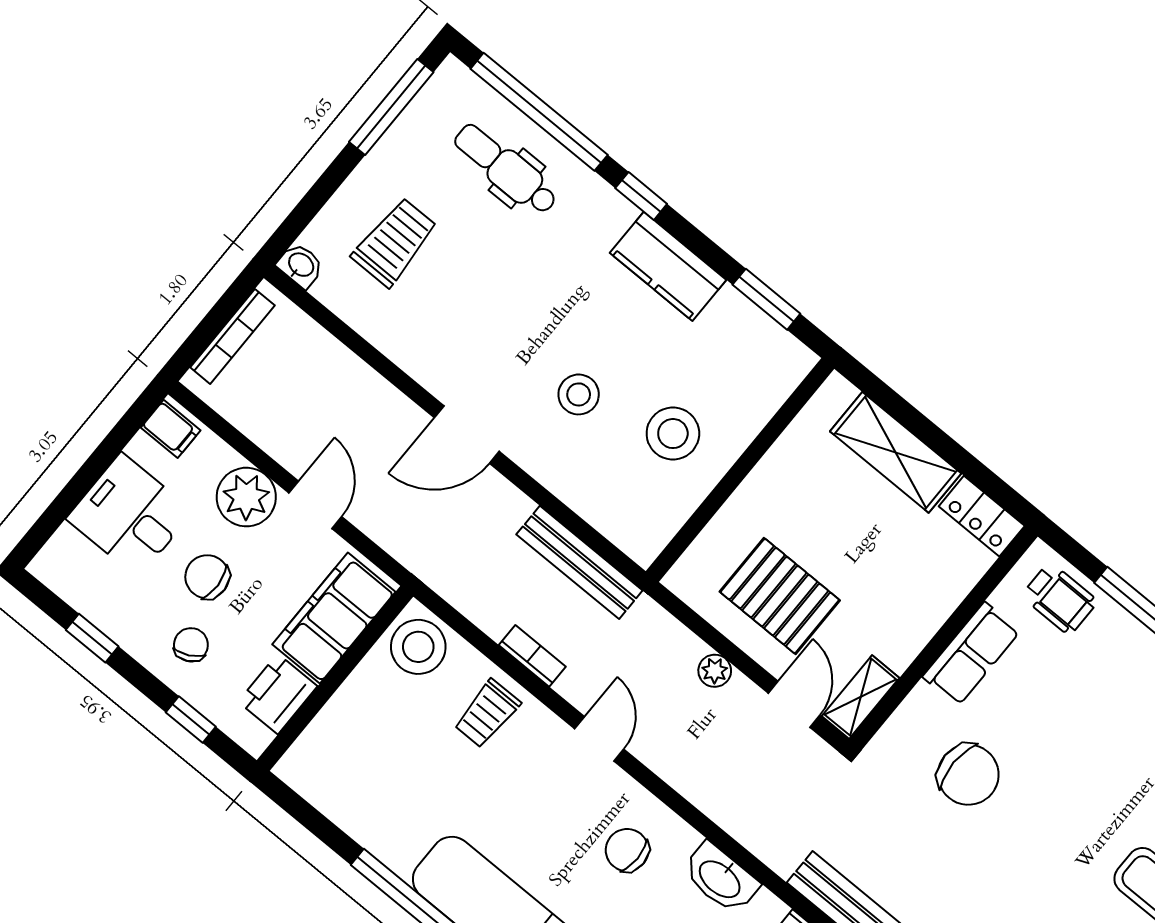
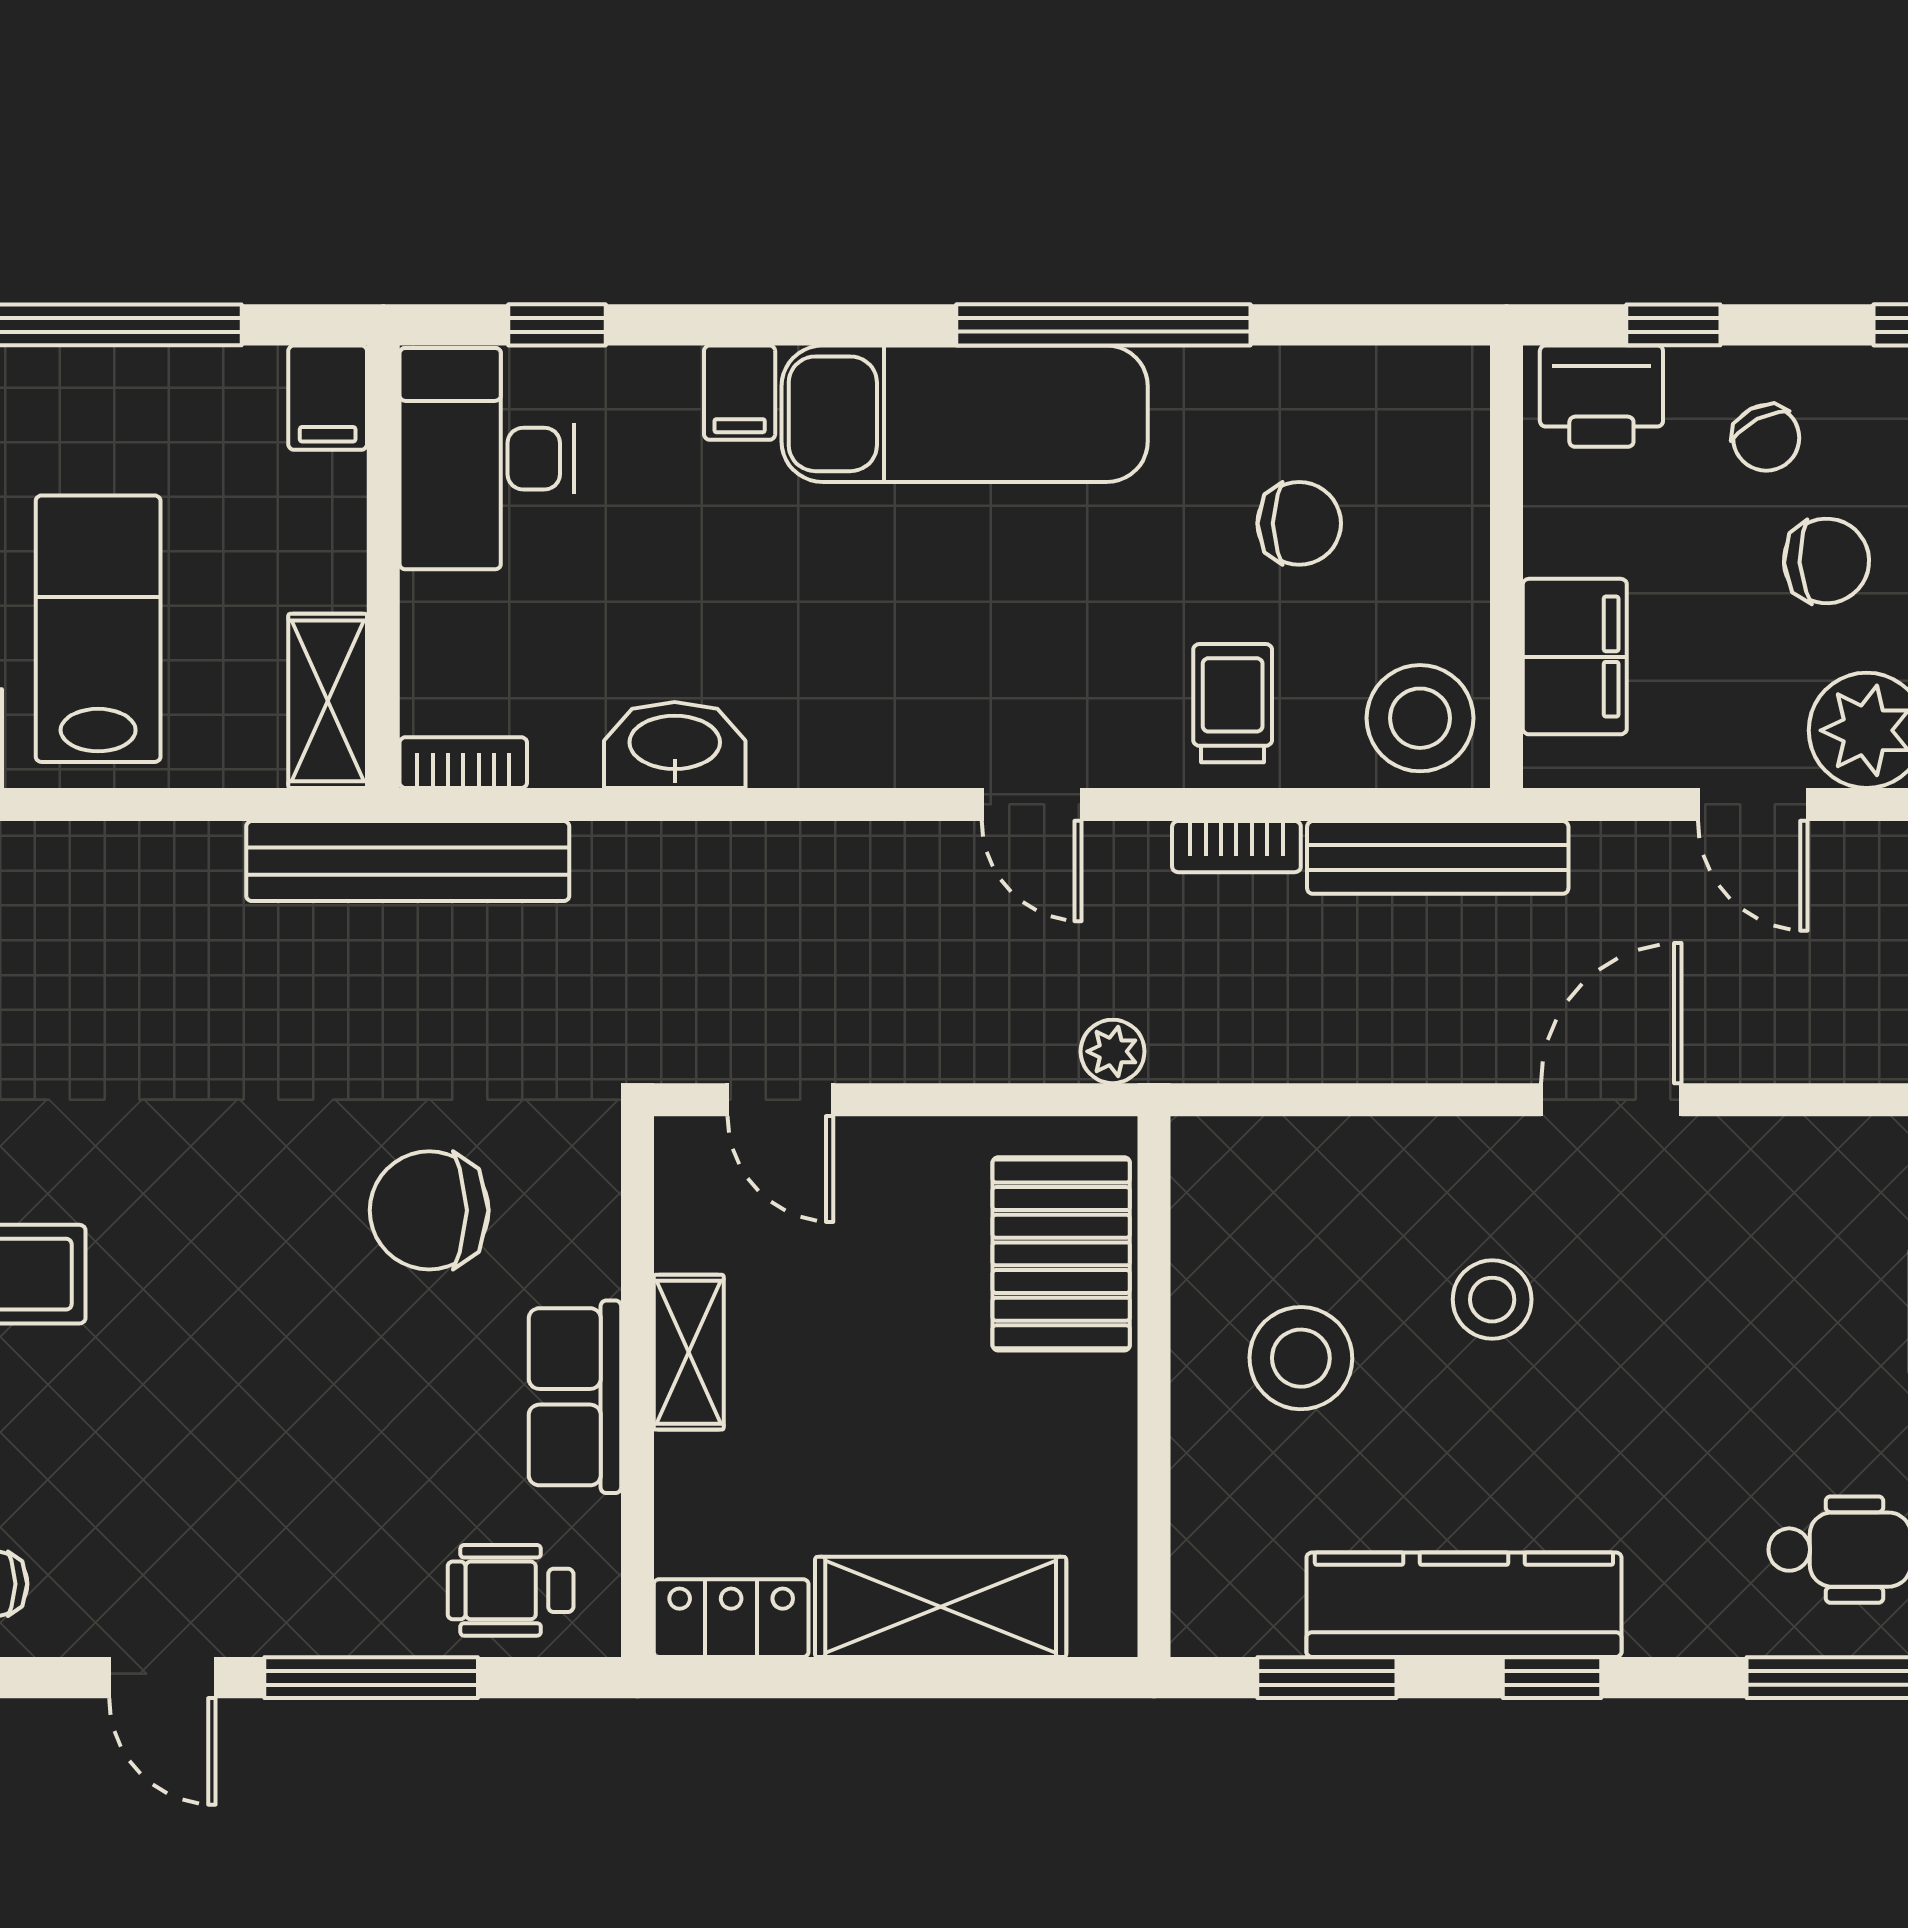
window: (641, 196) -> (1552, 1678), moved
kitchen counter: (668, 266) -> (1464, 1605), width x1.50
bench: (579, 562) -> (1438, 857), moved
pallet: (780, 596) -> (1061, 1254), moved, turned 90
filing cabinet: (334, 618) -> (1575, 657), width x0.67, depth x0.86
plant: (715, 671) -> (1113, 1051), moved
printer: (278, 694) -> (1601, 396), moved, turned 90
shelving: (861, 697) -> (689, 1352), moved
chair: (627, 850) -> (1299, 523), moved

